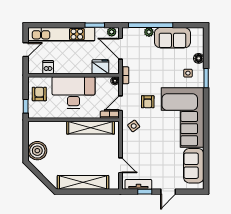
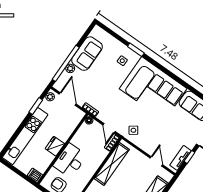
door: (120, 49) -> (68, 99), swing flipped
door: (26, 50) -> (18, 172), removed
floor lamp: (199, 58) -> (117, 45), removed
dishwasher: (48, 67) -> (35, 175), moved
fridge: (100, 67) -> (55, 146), moved
desk: (73, 92) -> (70, 161), width x0.73, depth x0.77
armchair: (148, 102) -> (123, 107), removed
door: (120, 165) -> (156, 161), hinge flipped

